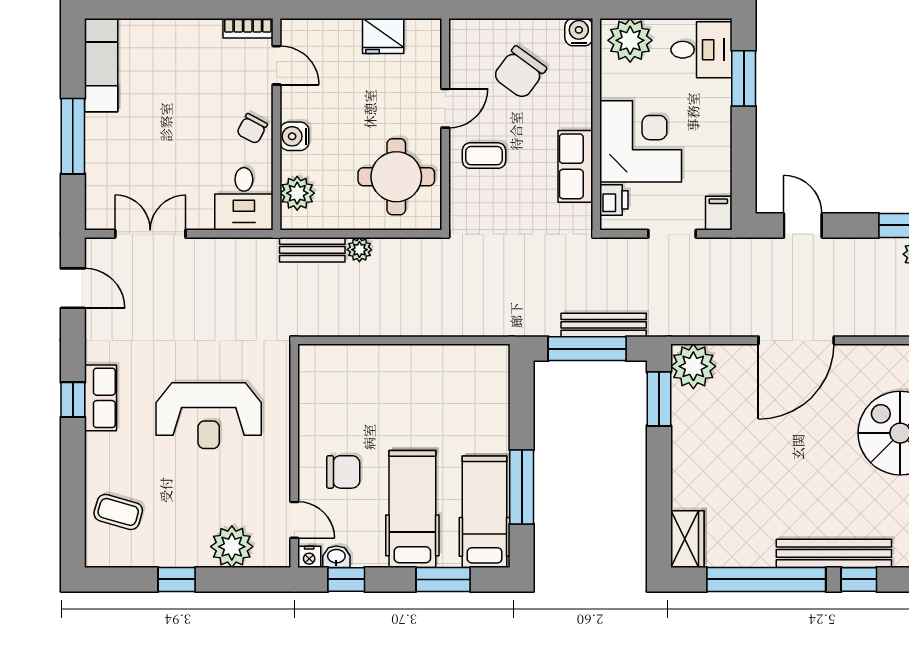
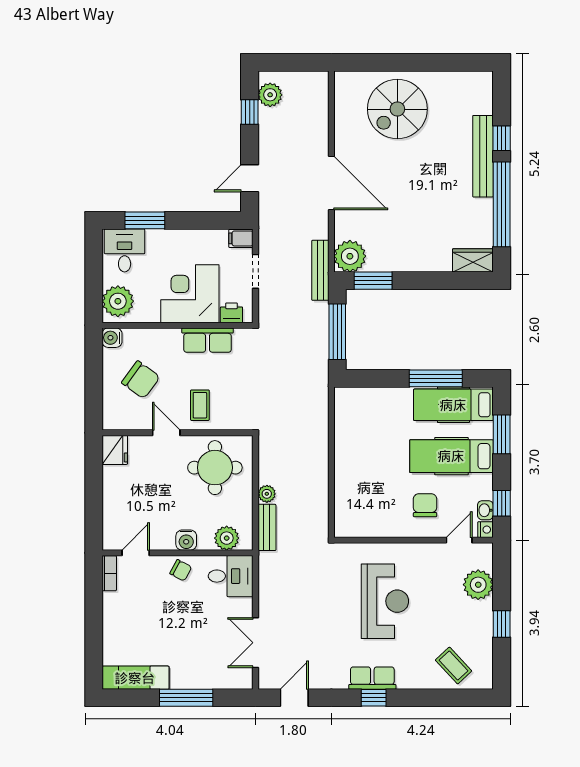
fridge: (383, 36) -> (115, 450), moved
bench: (604, 325) -> (320, 270), moved
coffee table: (118, 512) -> (454, 665), turned -59

